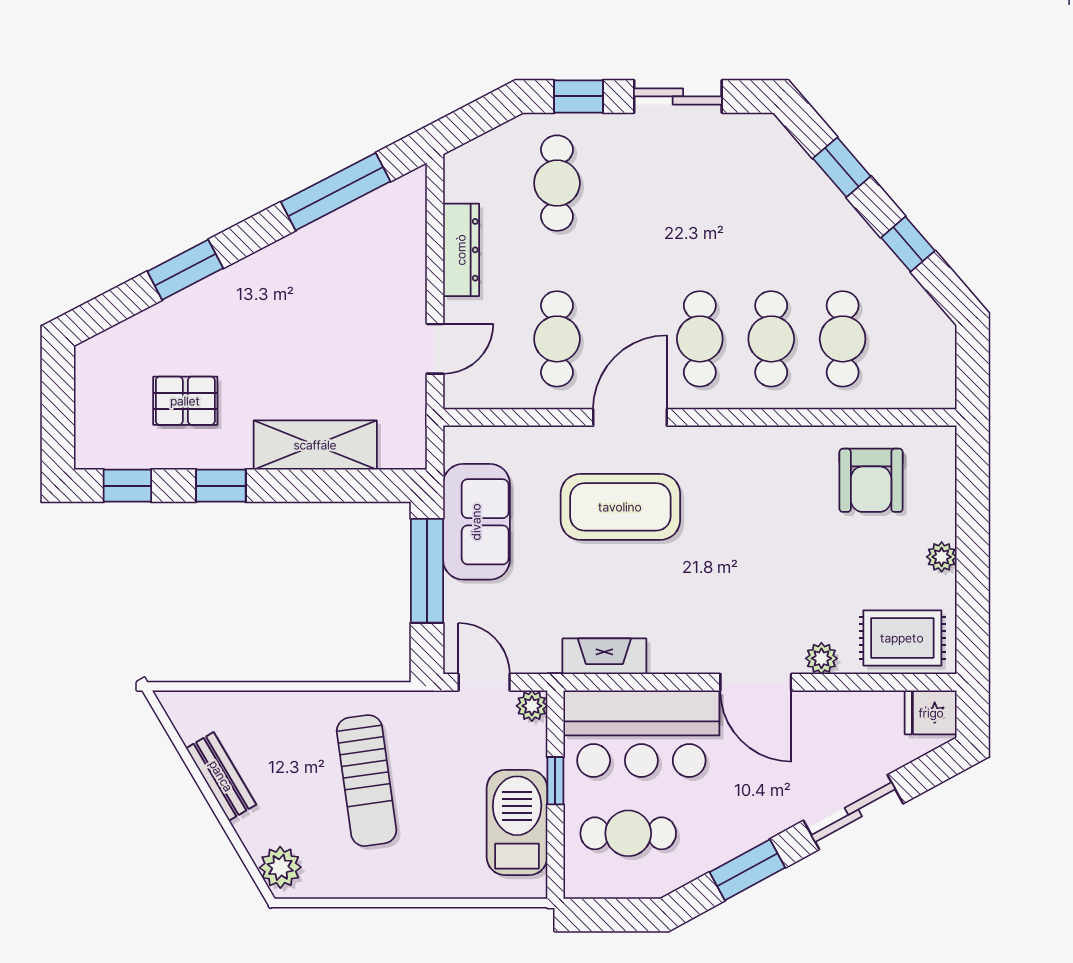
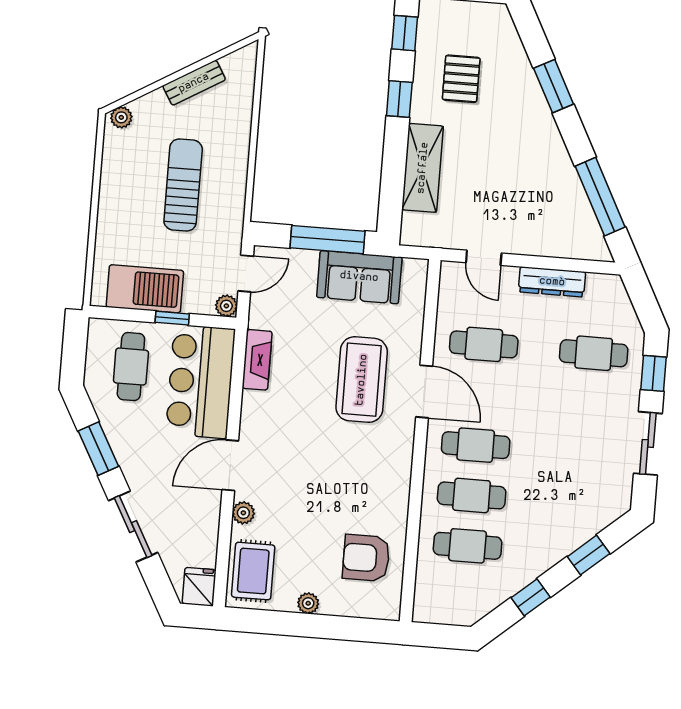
sun lounger: (367, 781) -> (183, 185), turned 98
plant: (280, 867) -> (121, 117), width x0.73, depth x0.73

